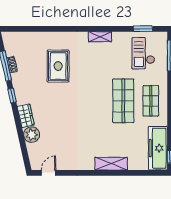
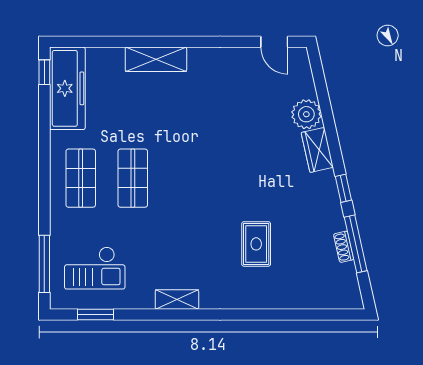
checkout: (143, 53) -> (95, 268), turned 90
rug: (58, 66) -> (256, 244), width x0.73, depth x0.70
shop shelf: (123, 101) -> (133, 178), width x0.70, depth x0.74
door: (49, 173) -> (274, 42), hinge flipped

